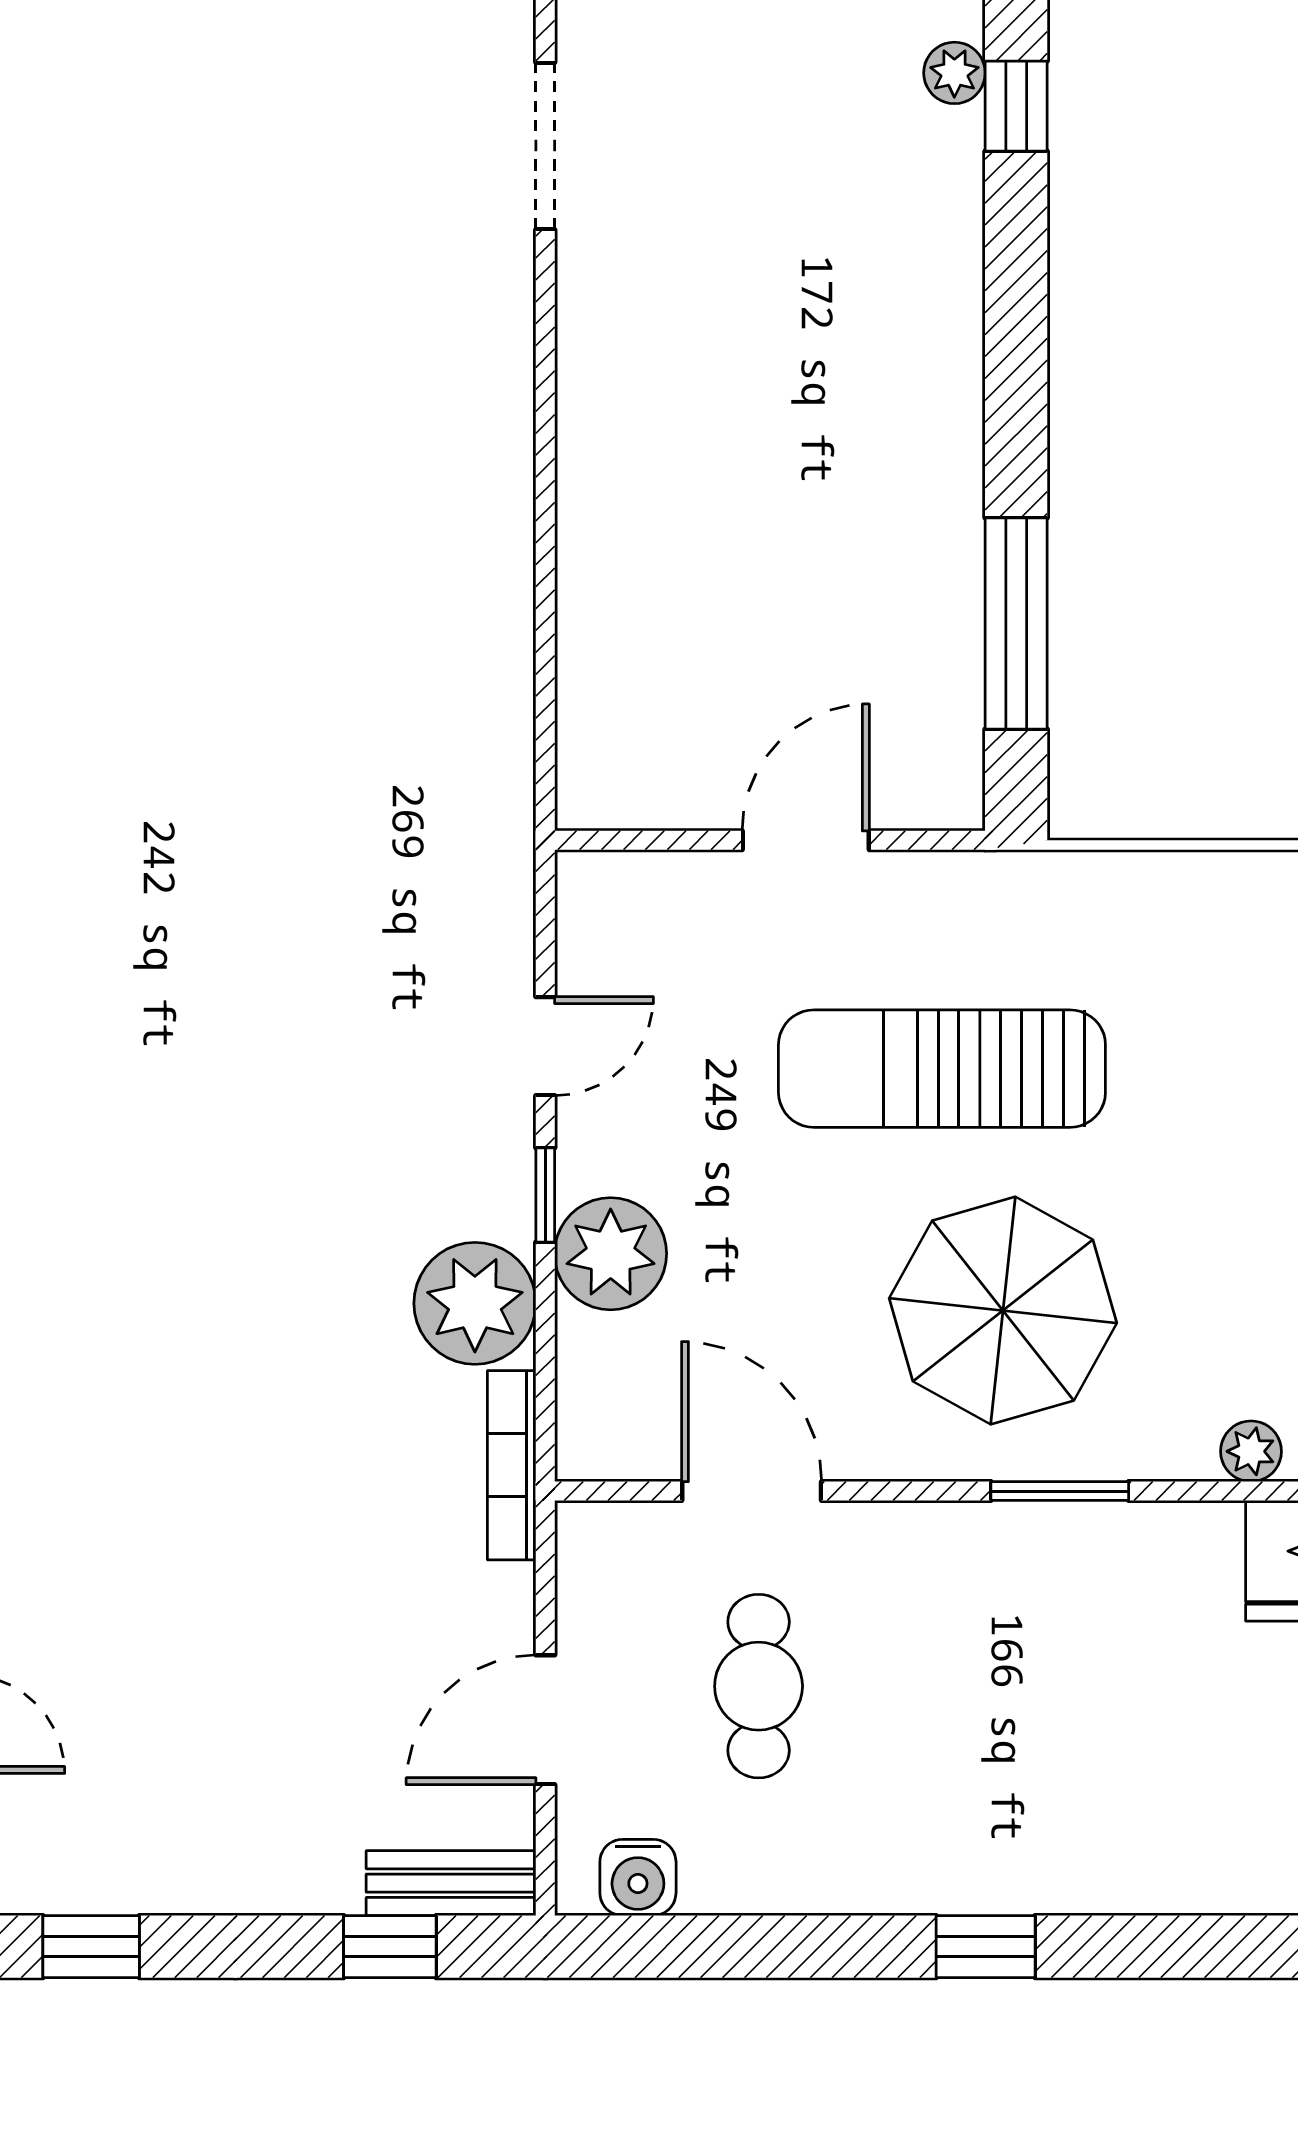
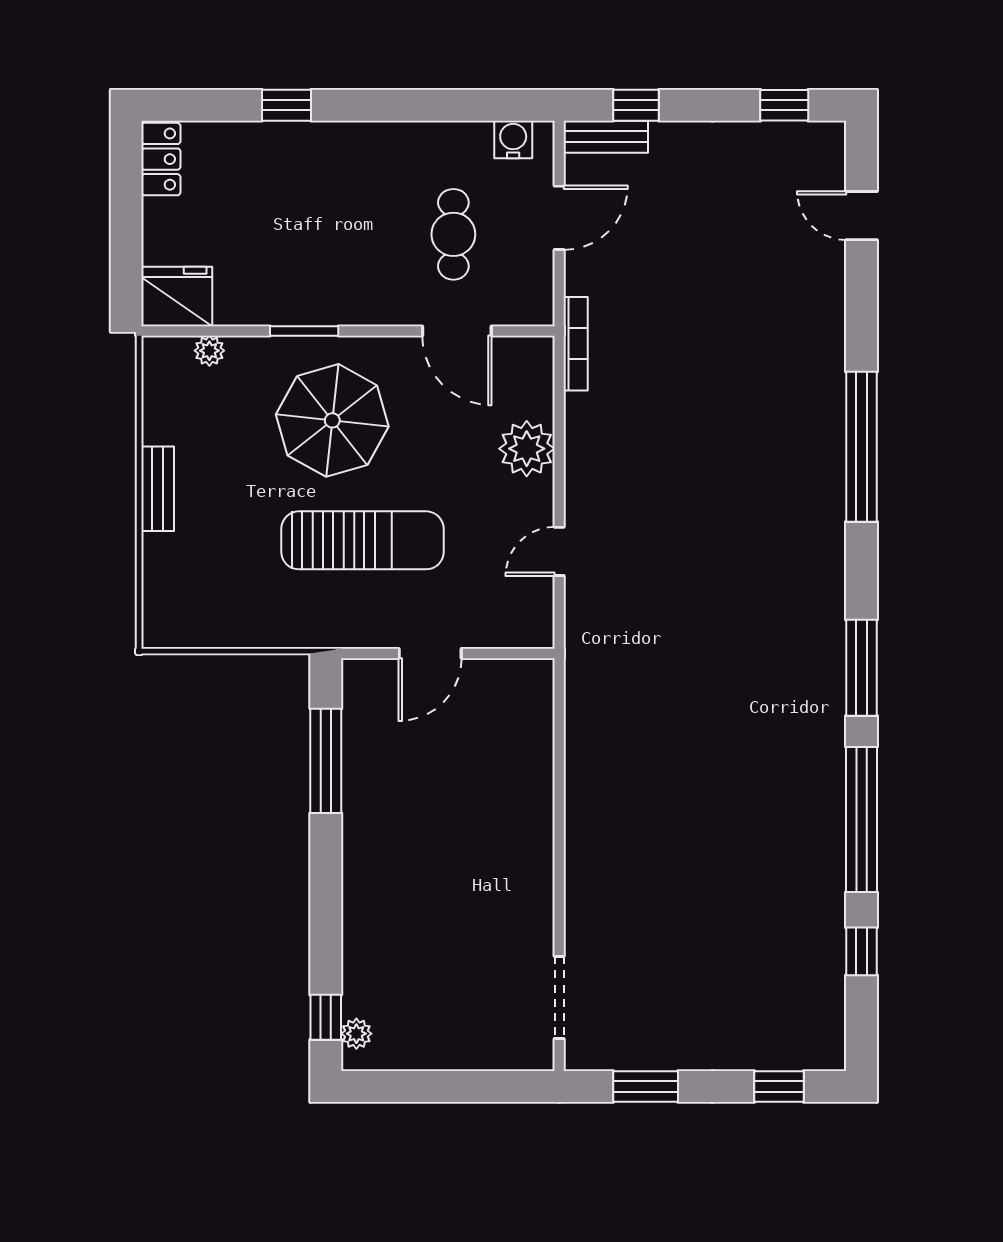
window: (545, 1195) -> (559, 478), removed
plant: (475, 1303) -> (594, 424), removed
window: (986, 1947) -> (286, 105), moved

